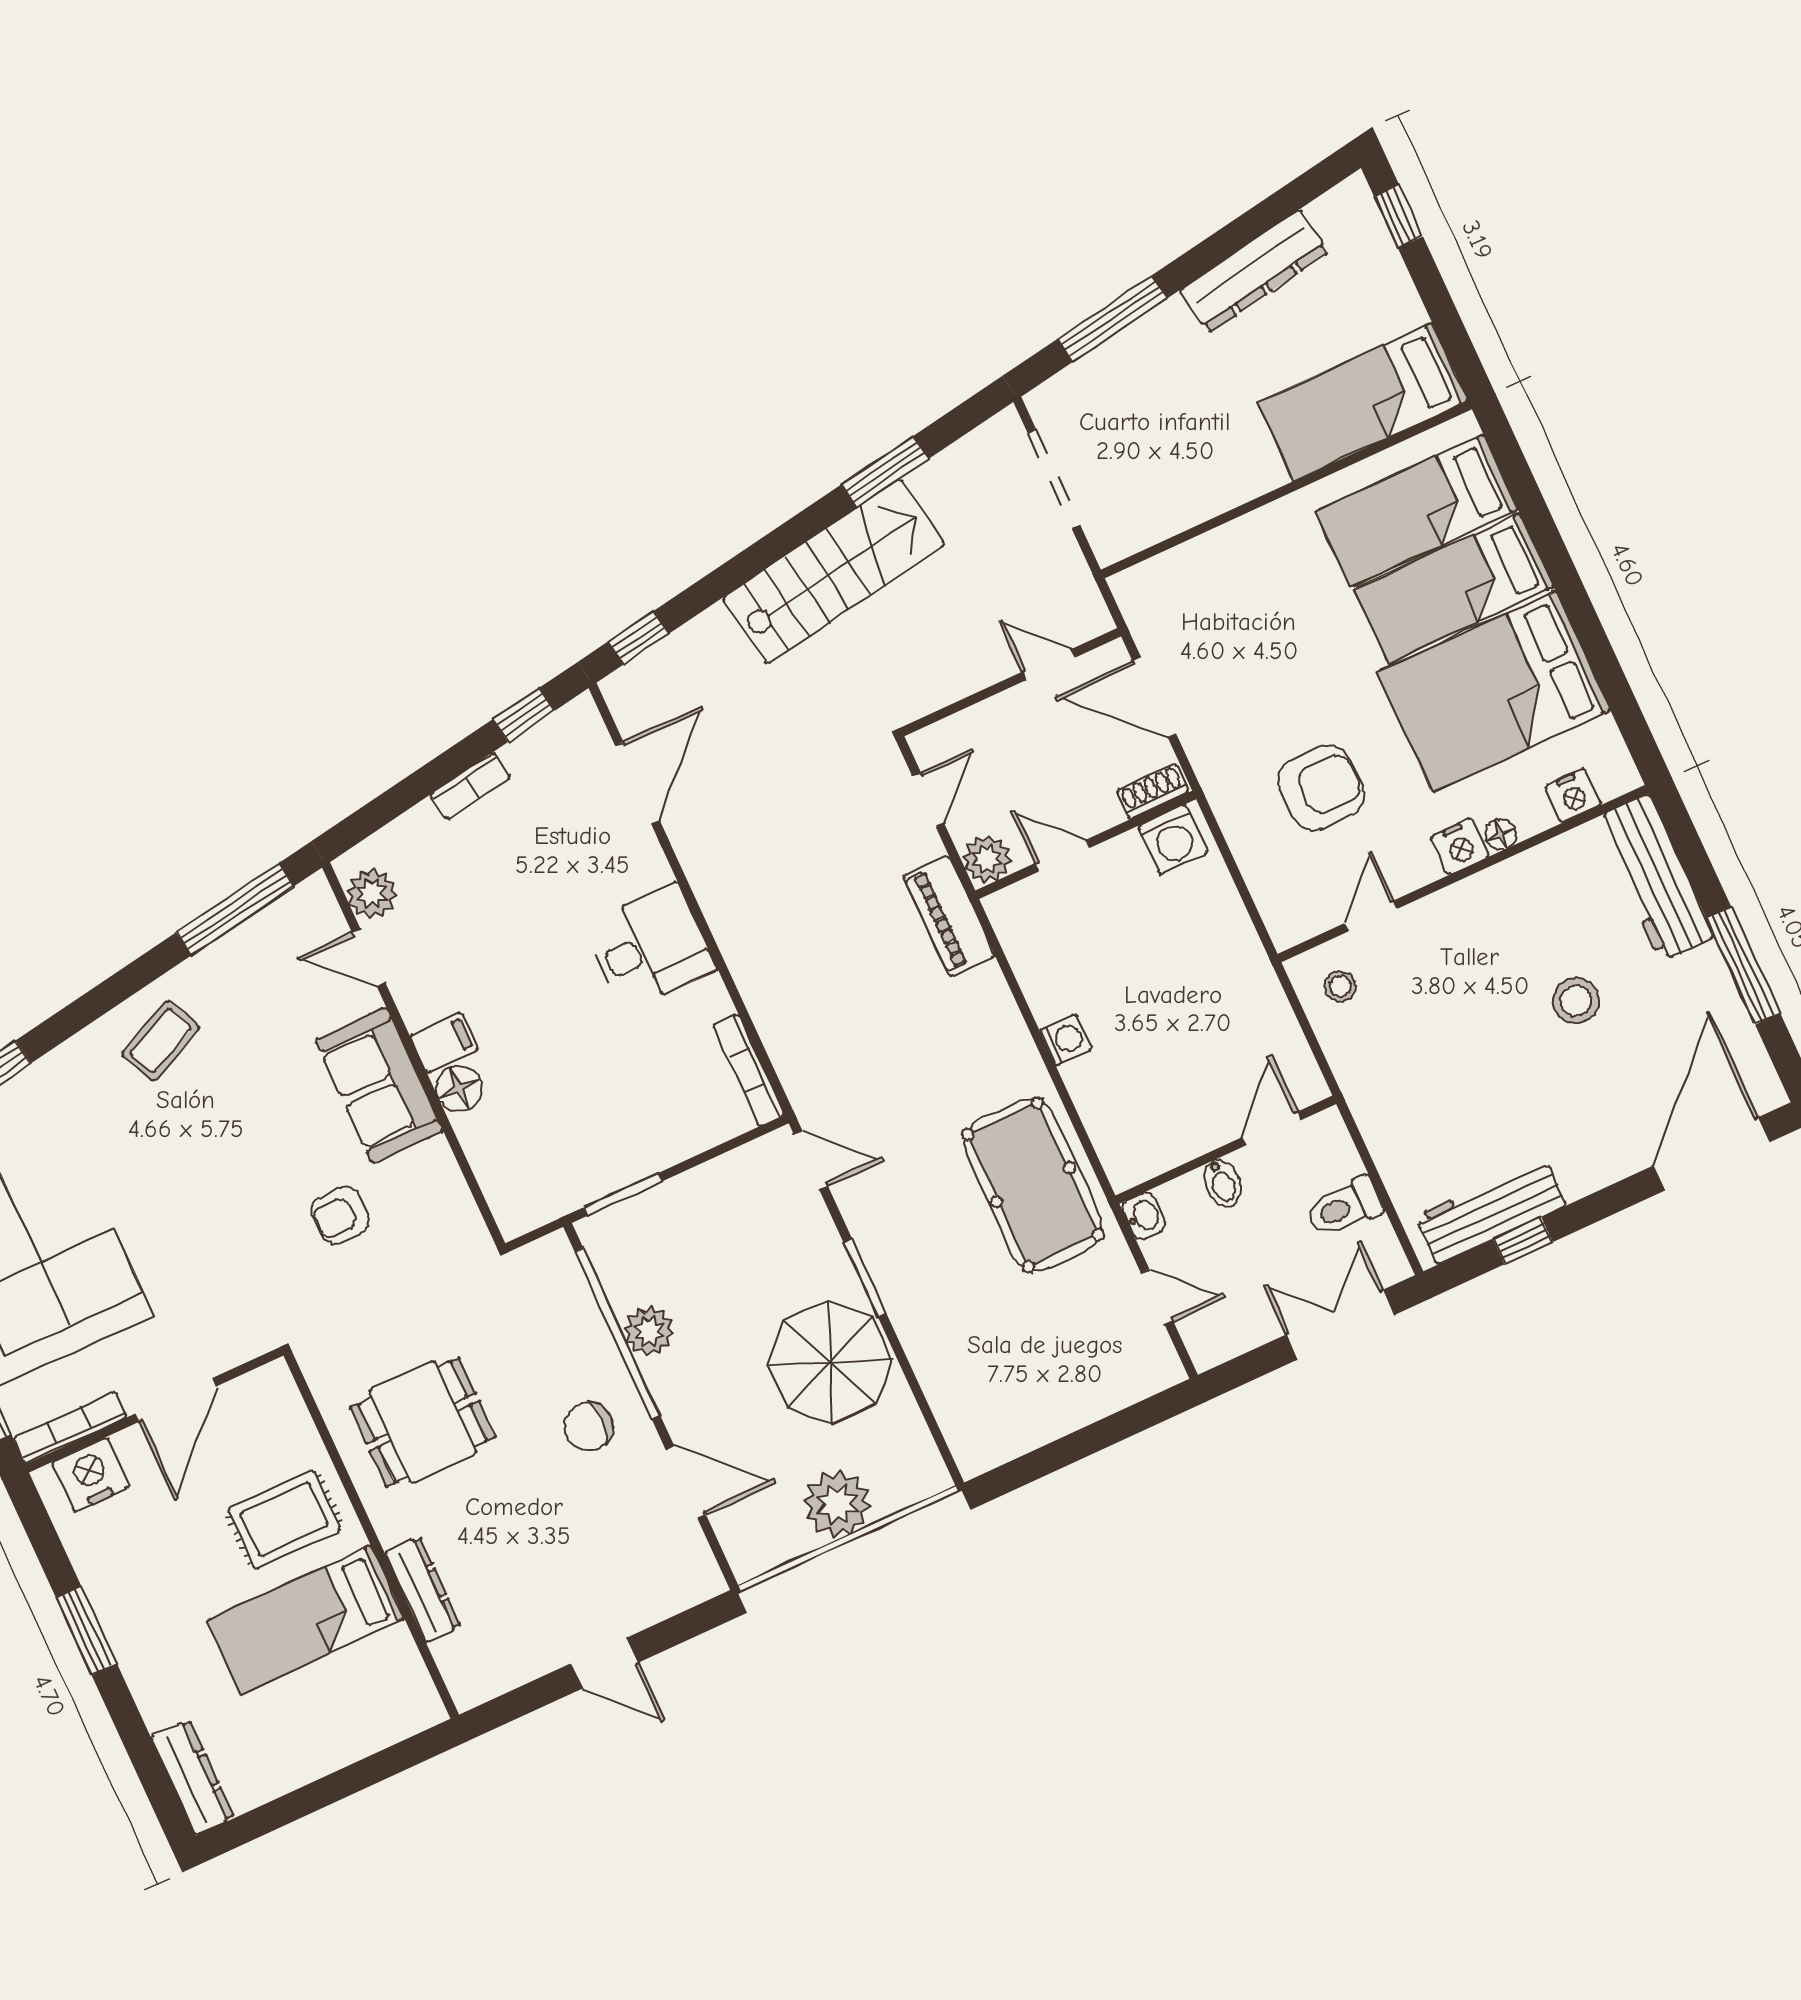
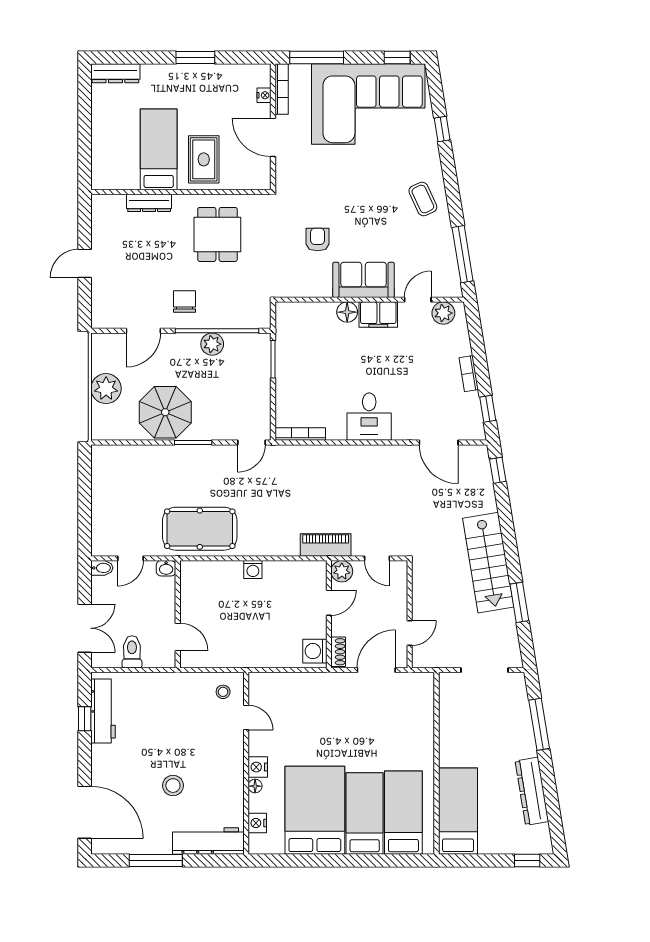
armchair: (1321, 788) -> (308, 721), removed
filing cabinet: (444, 1043) -> (378, 315), width x2.00
bidet: (1222, 1183) -> (102, 568), moved, turned 180
nightstand: (91, 1475) -> (264, 95), width x0.53, depth x0.56

